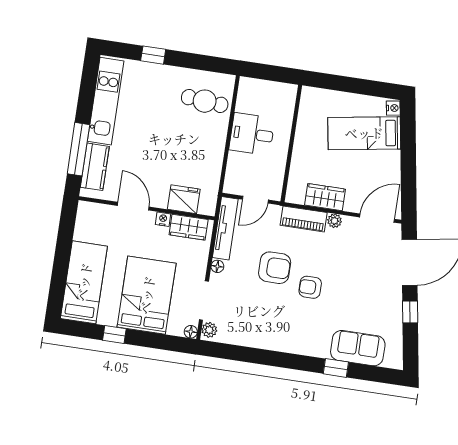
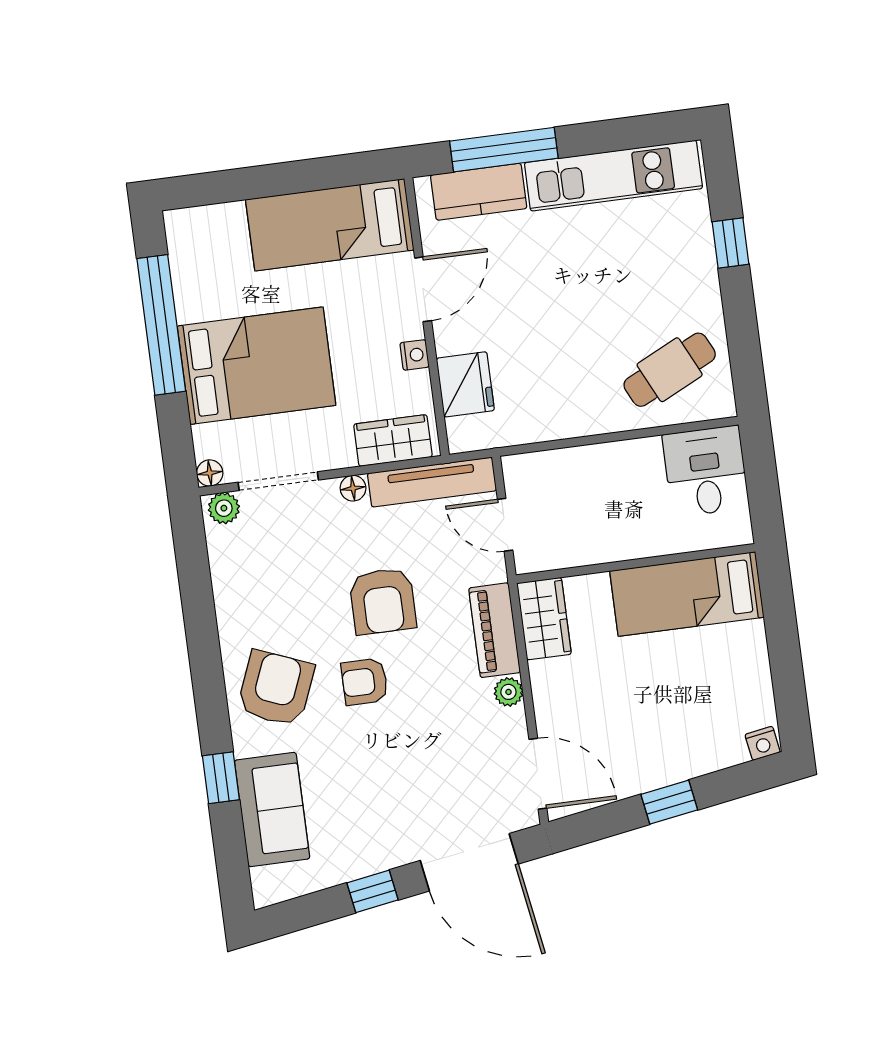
cafe table: (205, 101) -> (670, 370), turned 59
bed: (364, 133) -> (687, 594), moved, turned -81
desk: (252, 134) -> (706, 471), moved
window: (408, 160) -> (669, 802), added
wardrobe: (325, 197) -> (544, 619), moved
wardrobe: (189, 227) -> (393, 441), moved, turned 90
bed: (84, 282) -> (330, 225), moved, turned 180
armchair: (310, 287) -> (365, 682), turned -90
armchair: (301, 330) -> (276, 688), added
window: (114, 334) -> (161, 325), width x3.17

